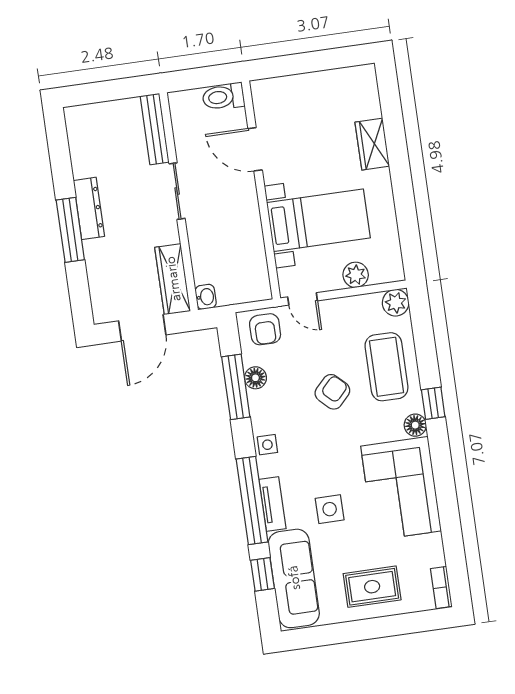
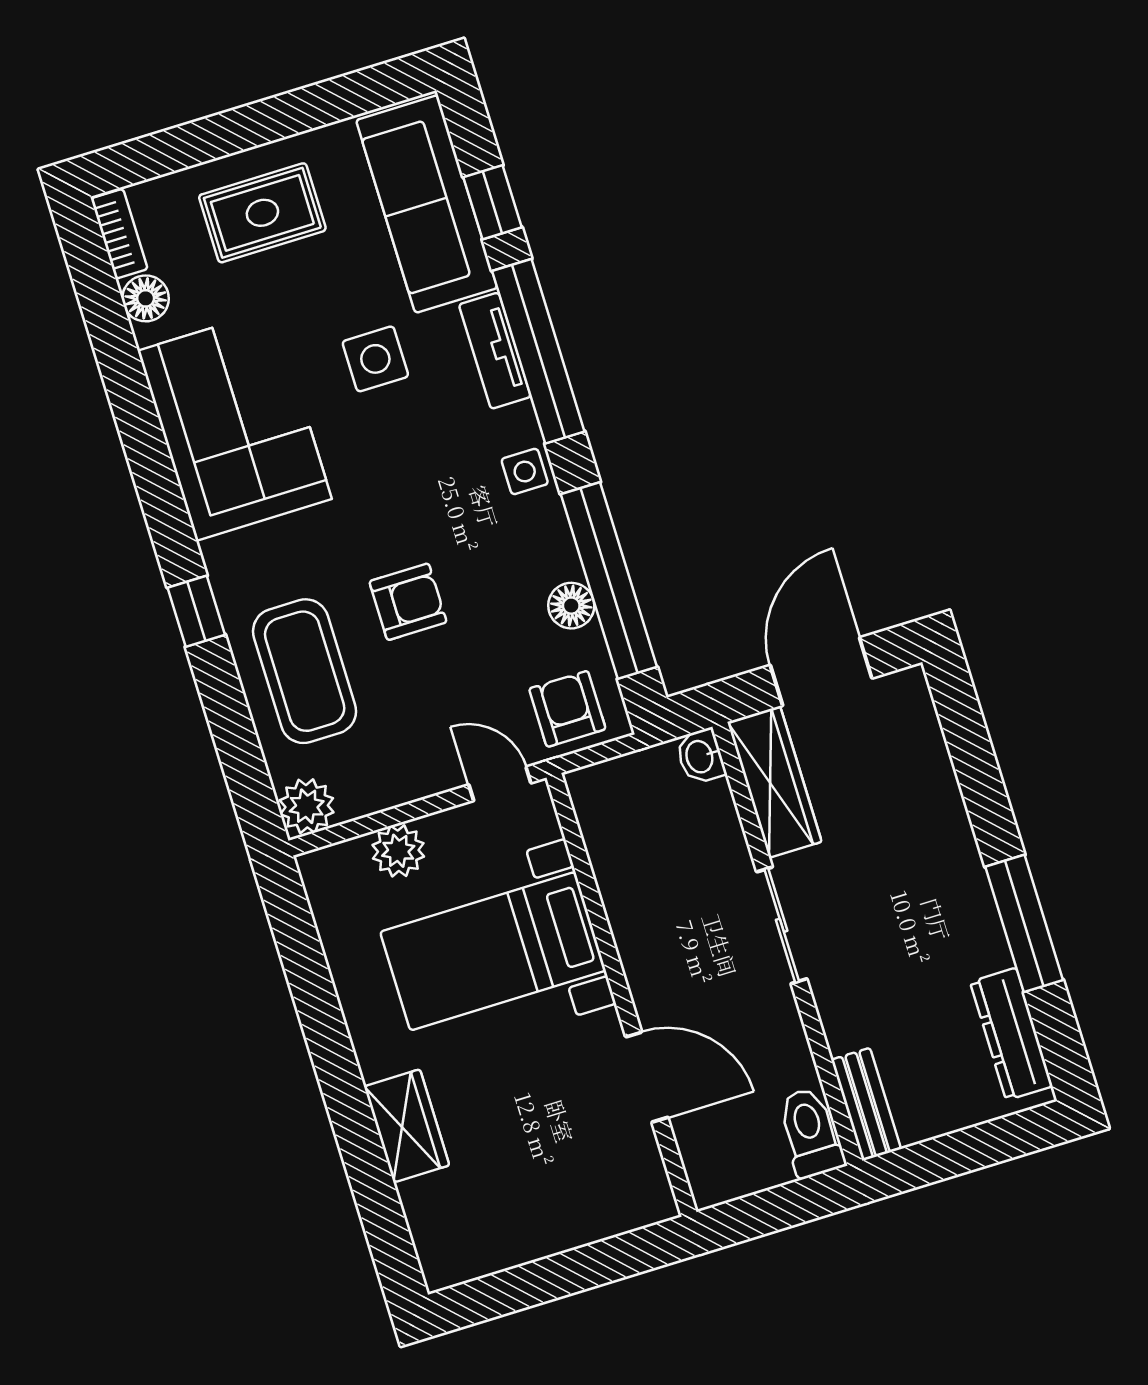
toilet: (223, 97) -> (810, 1133), moved, turned -90
bench: (155, 129) -> (866, 1104), width x0.73
sliding door: (177, 191) -> (782, 925), moved
dresser: (89, 208) -> (1011, 1034), moved
window: (70, 230) -> (1024, 923), moved
window: (236, 387) -> (609, 581), width x1.46
armchair: (332, 392) -> (408, 602), turned -134
floor lamp: (415, 425) -> (146, 298), moved

